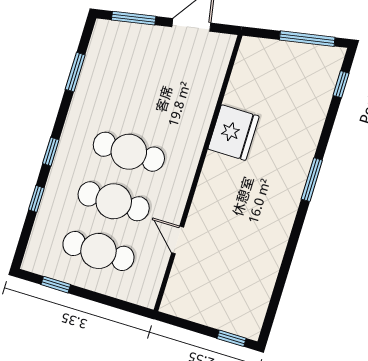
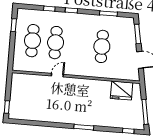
fridge: (233, 133) -> (122, 91), moved
cafe table: (129, 152) -> (102, 46), moved
door: (178, 240) -> (57, 75), moved

